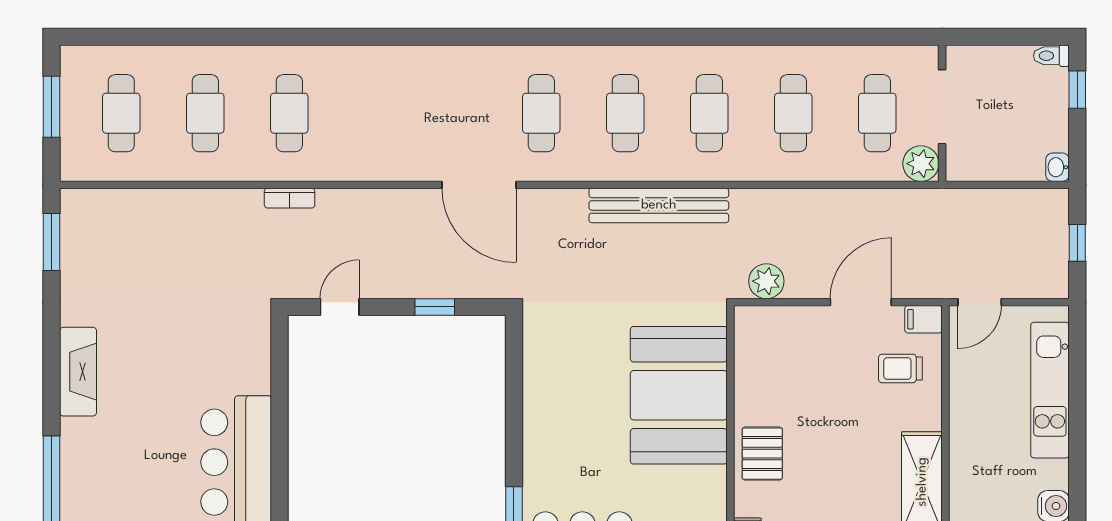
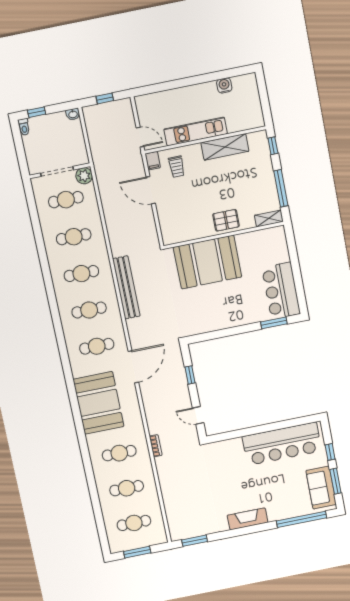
booth: (413, 91) -> (98, 403), added
plant: (766, 281) -> (150, 234), removed
kitchen unit: (1050, 390) -> (196, 131), moved, turned 180

